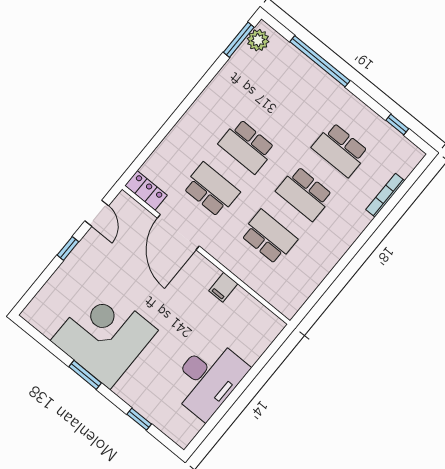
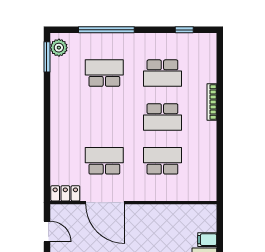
school desk: (247, 146) -> (104, 73), moved, turned 180
bookcase: (385, 195) -> (212, 102), moved
filing cabinet: (223, 287) -> (207, 240), moved, turned 90

